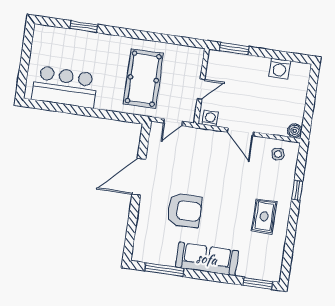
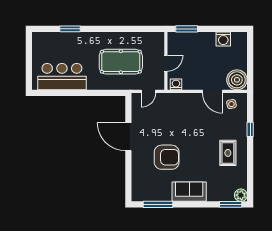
pool table: (143, 79) -> (121, 62), turned 90
boiler: (295, 131) -> (237, 80), width x1.86, depth x1.86
door: (241, 132) -> (212, 91), moved
door: (139, 177) -> (128, 137), hinge flipped
sofa: (207, 259) -> (189, 192), width x0.73
plant: (273, 273) -> (241, 195), added

